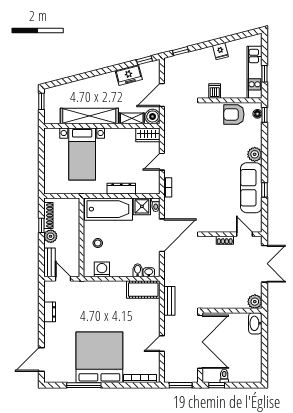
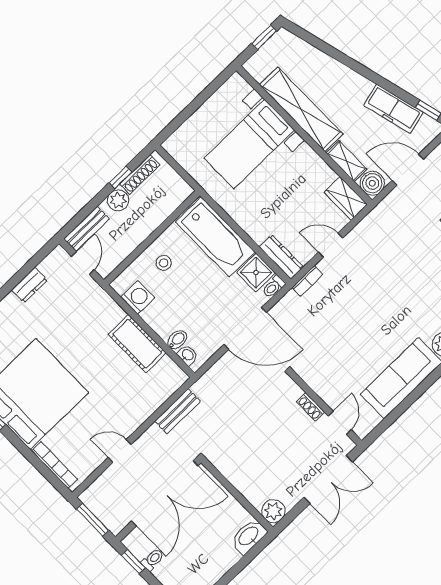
freezer: (129, 75) -> (393, 109), width x1.40
dresser: (121, 189) -> (281, 257), moved
window: (264, 190) -> (414, 396), removed
cot: (143, 290) -> (137, 344), moved

